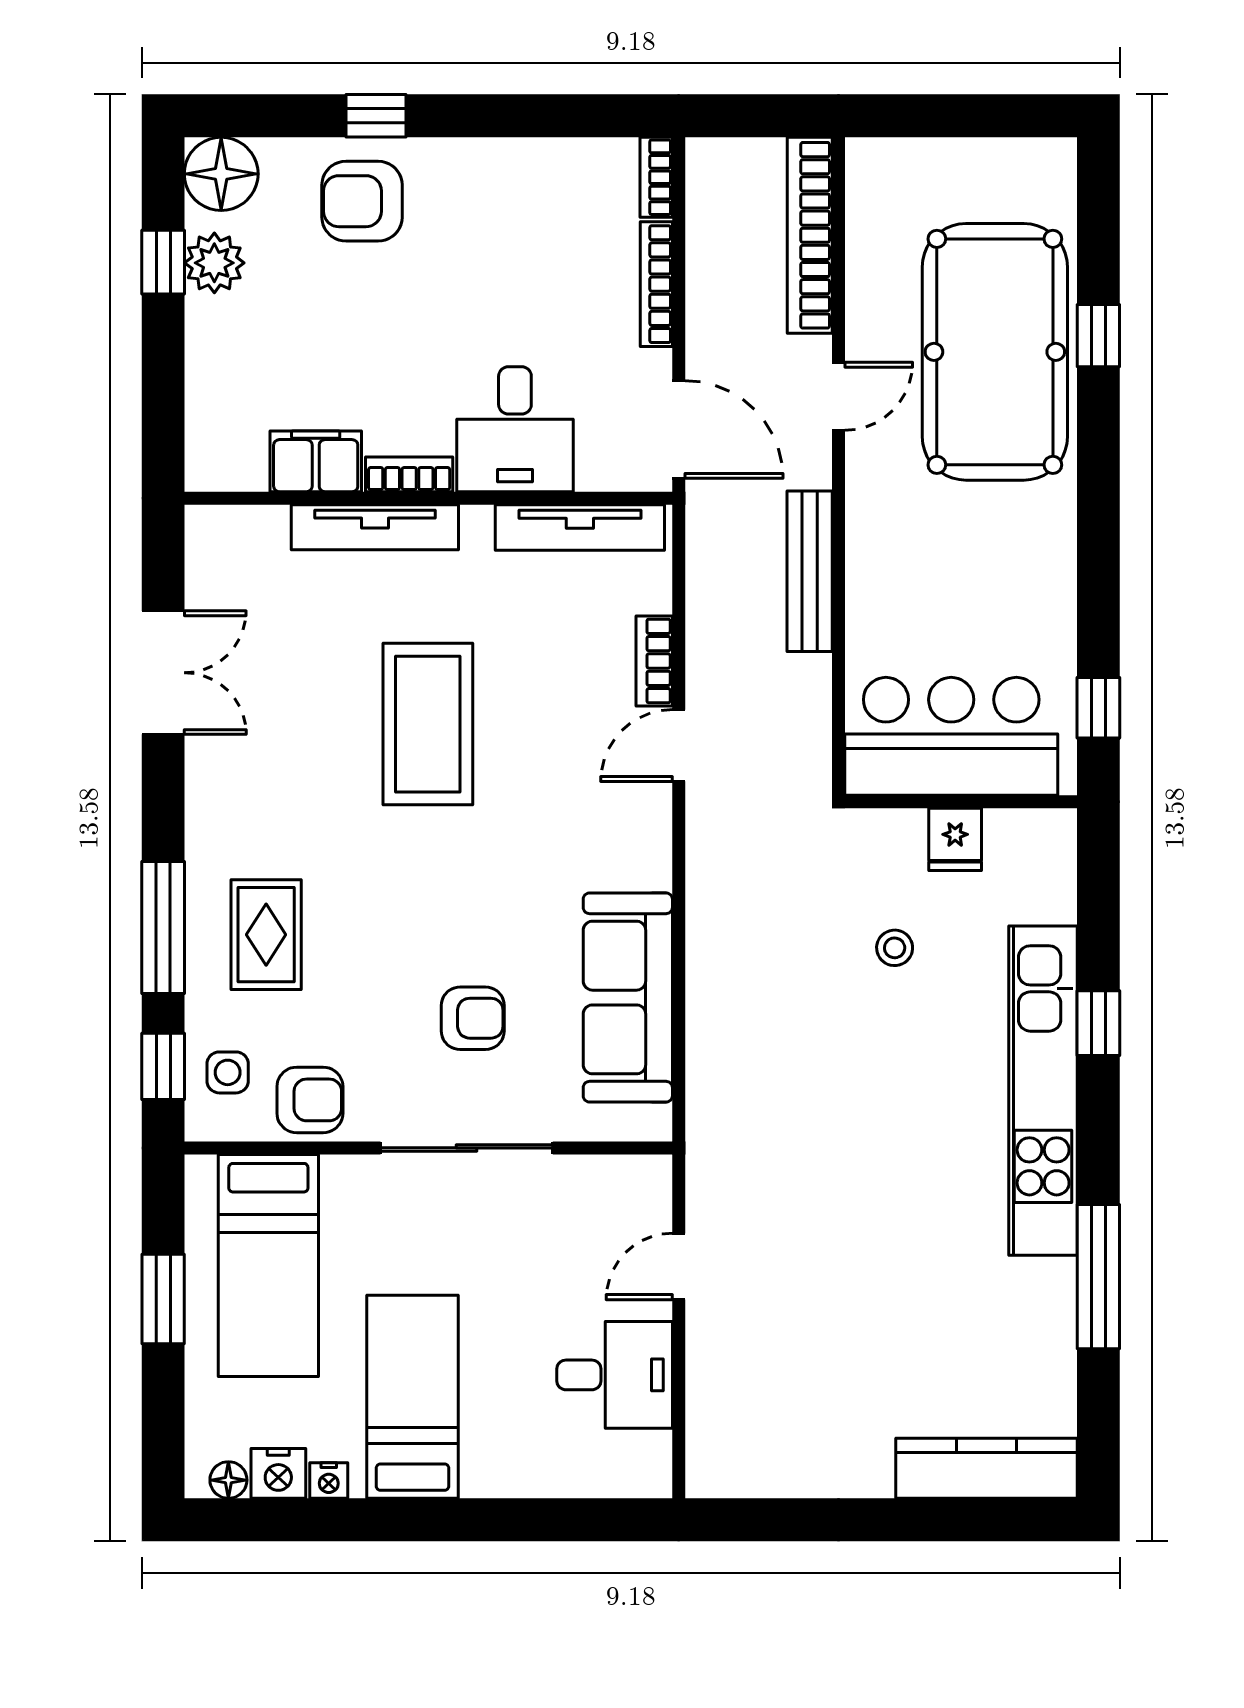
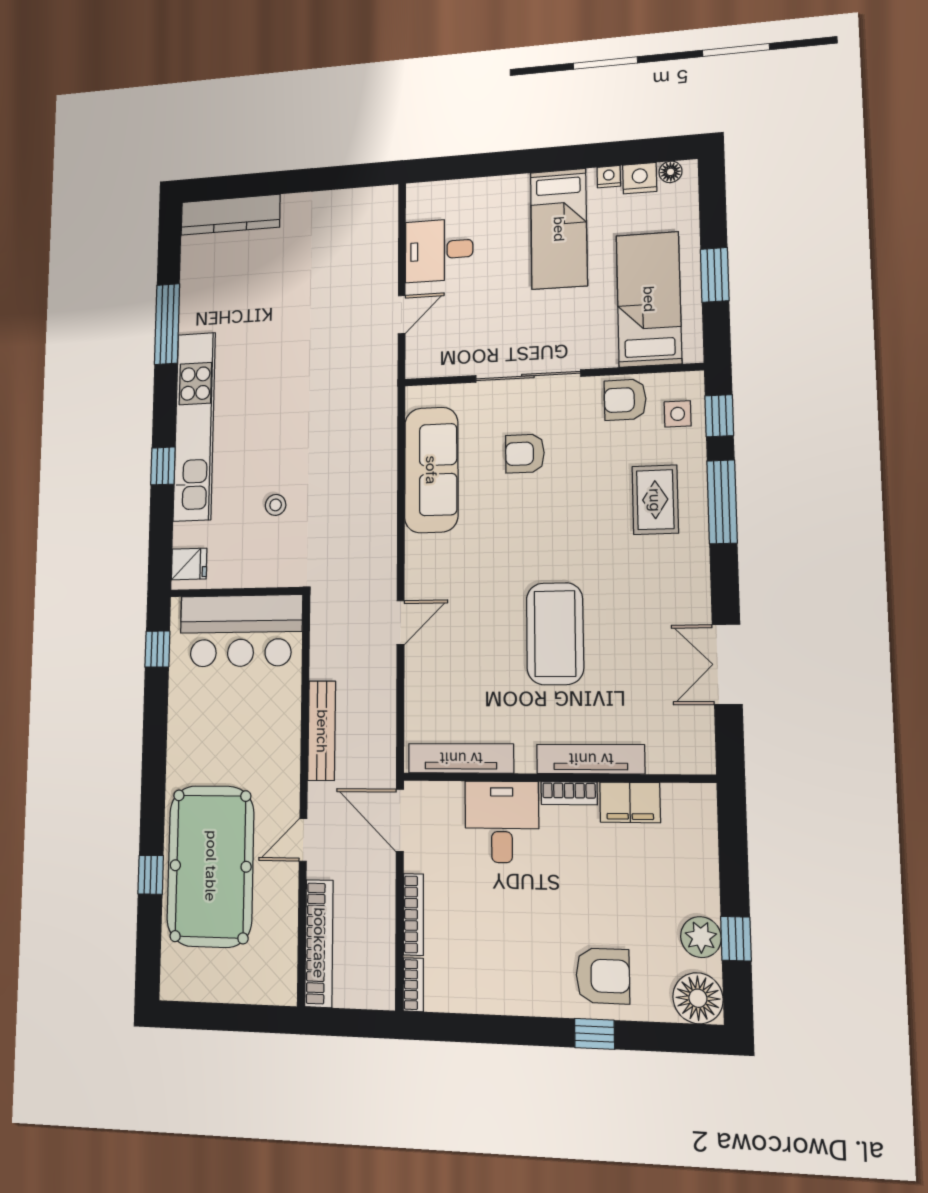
bookcase: (654, 661) -> (415, 675), removed
fridge: (955, 839) -> (189, 564), moved, turned 90

